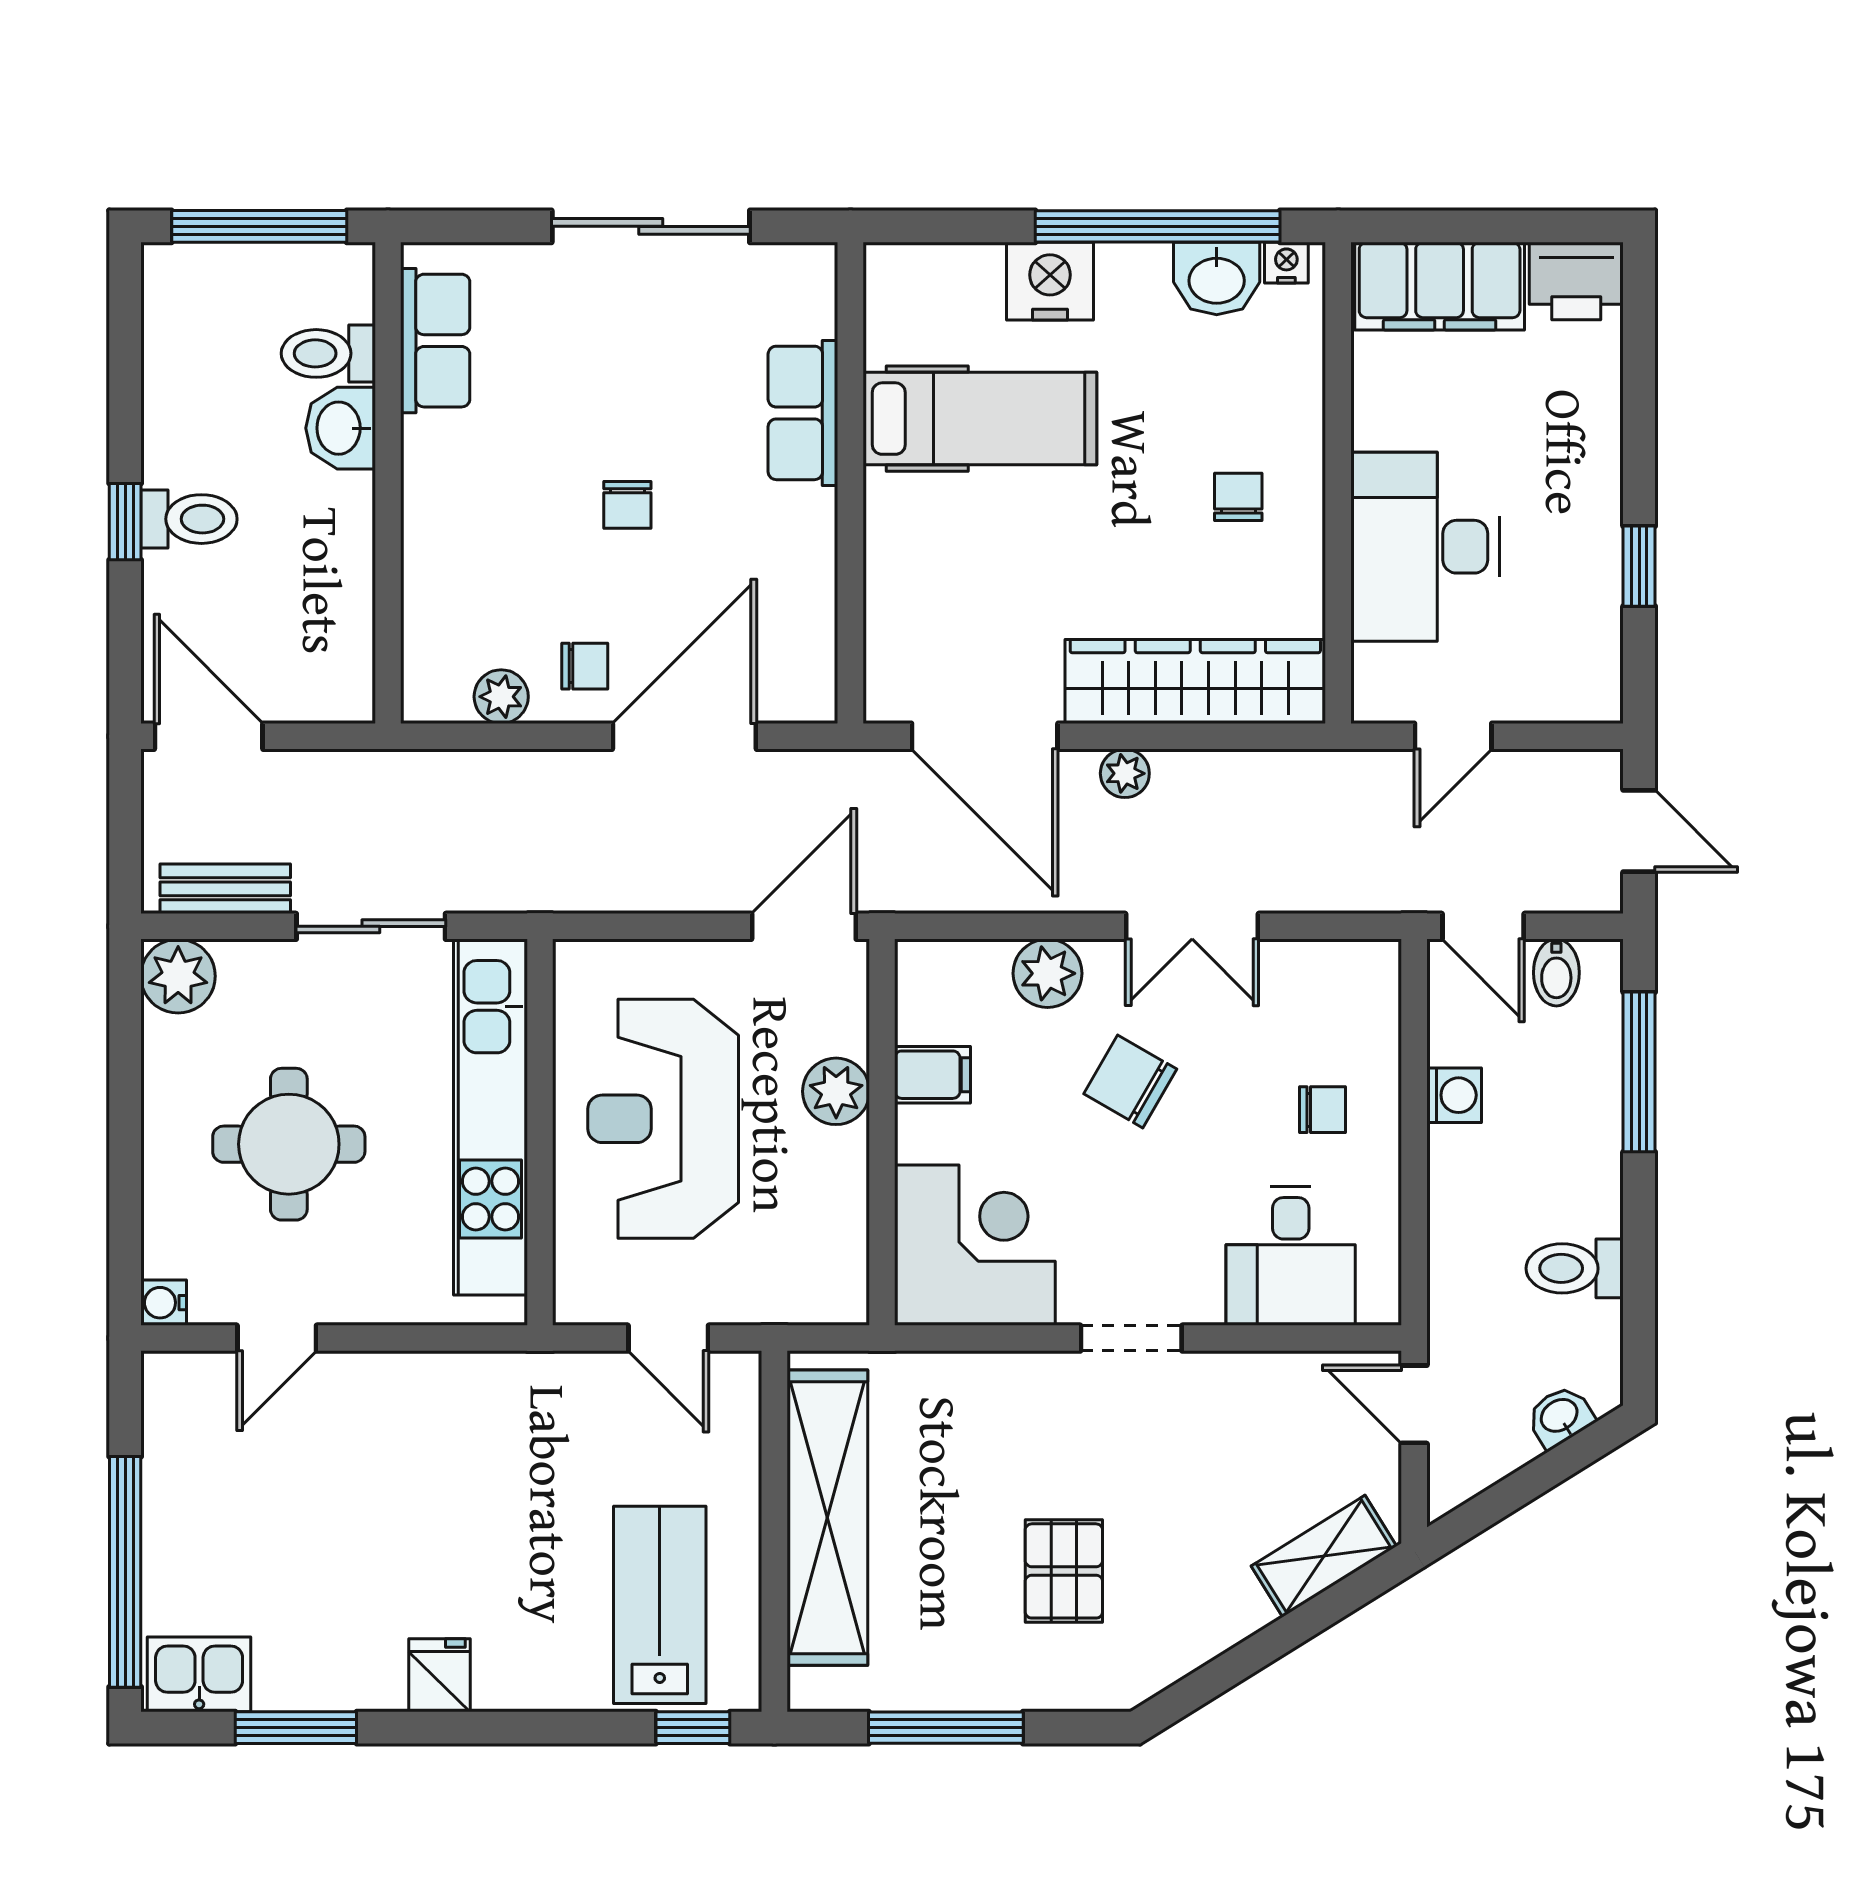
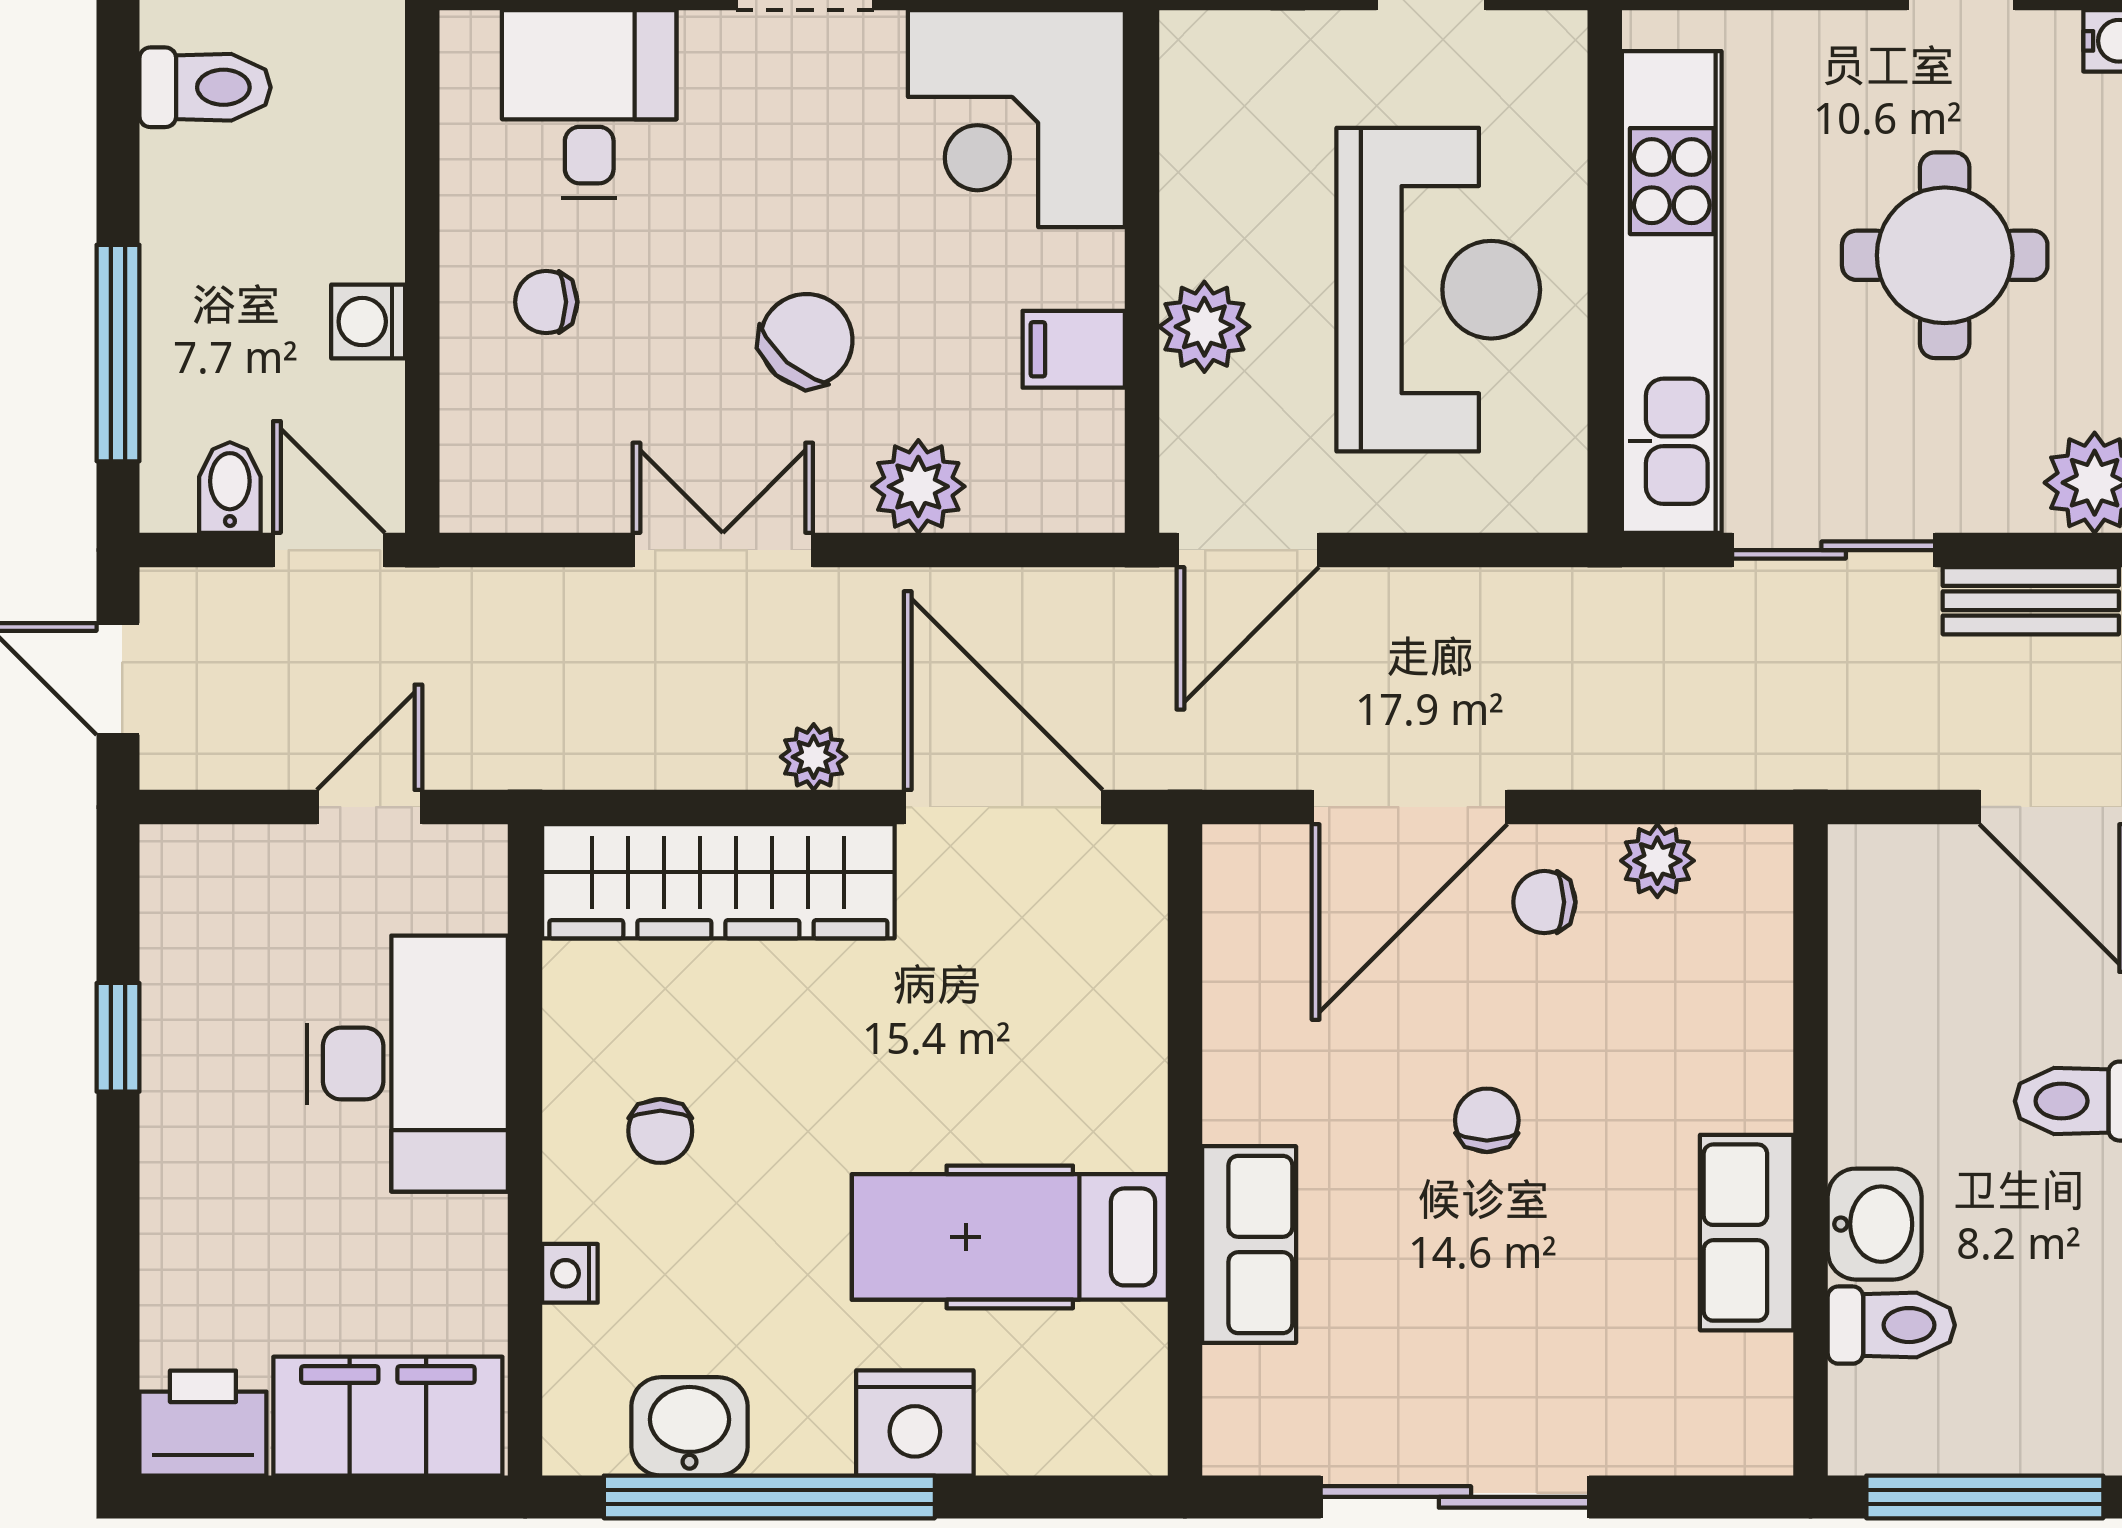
nightstand: (1286, 263) -> (570, 1273), moved, turned 90
row of seats: (435, 341) -> (1747, 1233), moved
chair: (1130, 1081) -> (806, 340), turned -79

